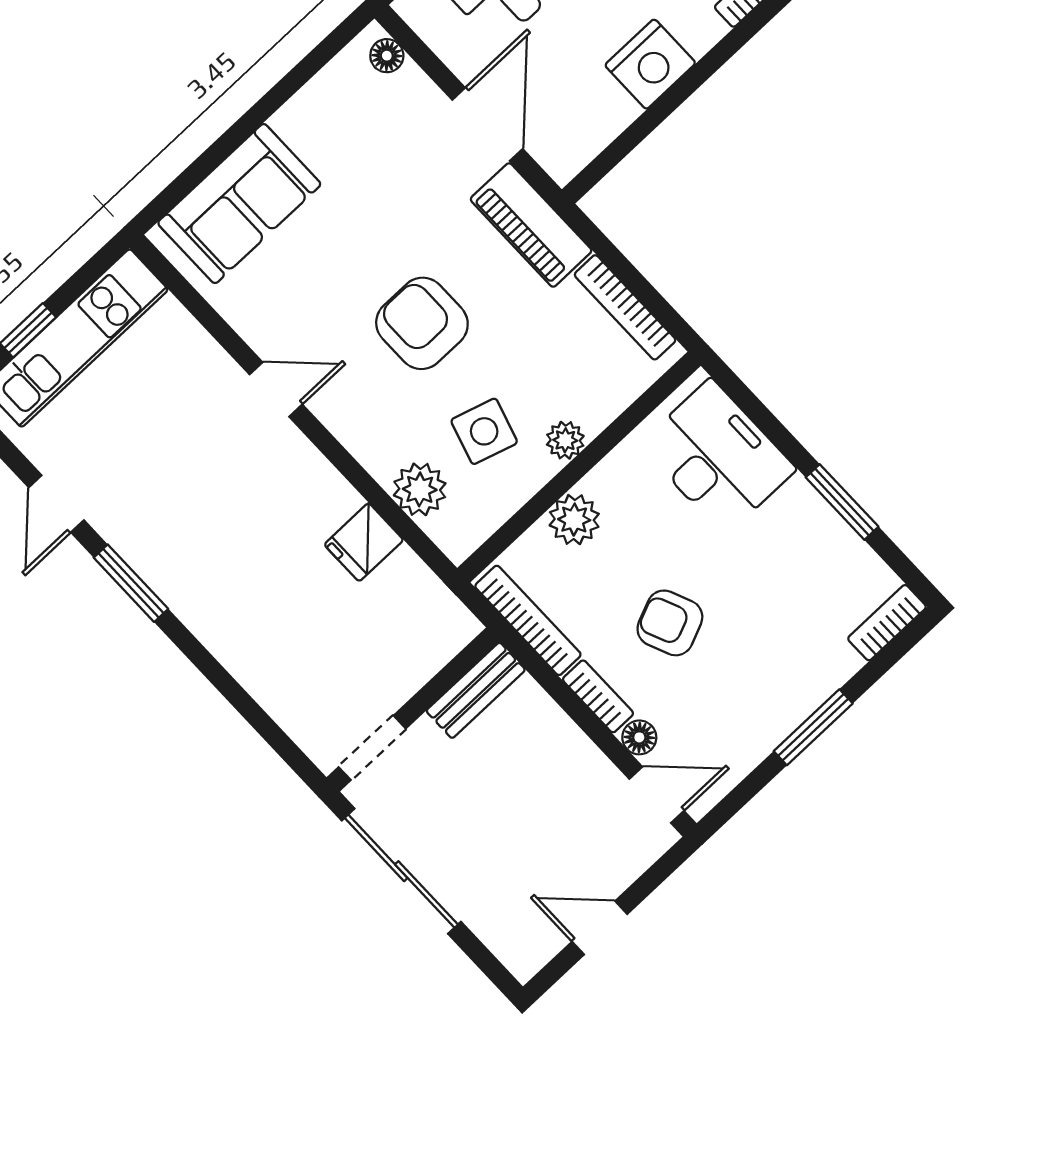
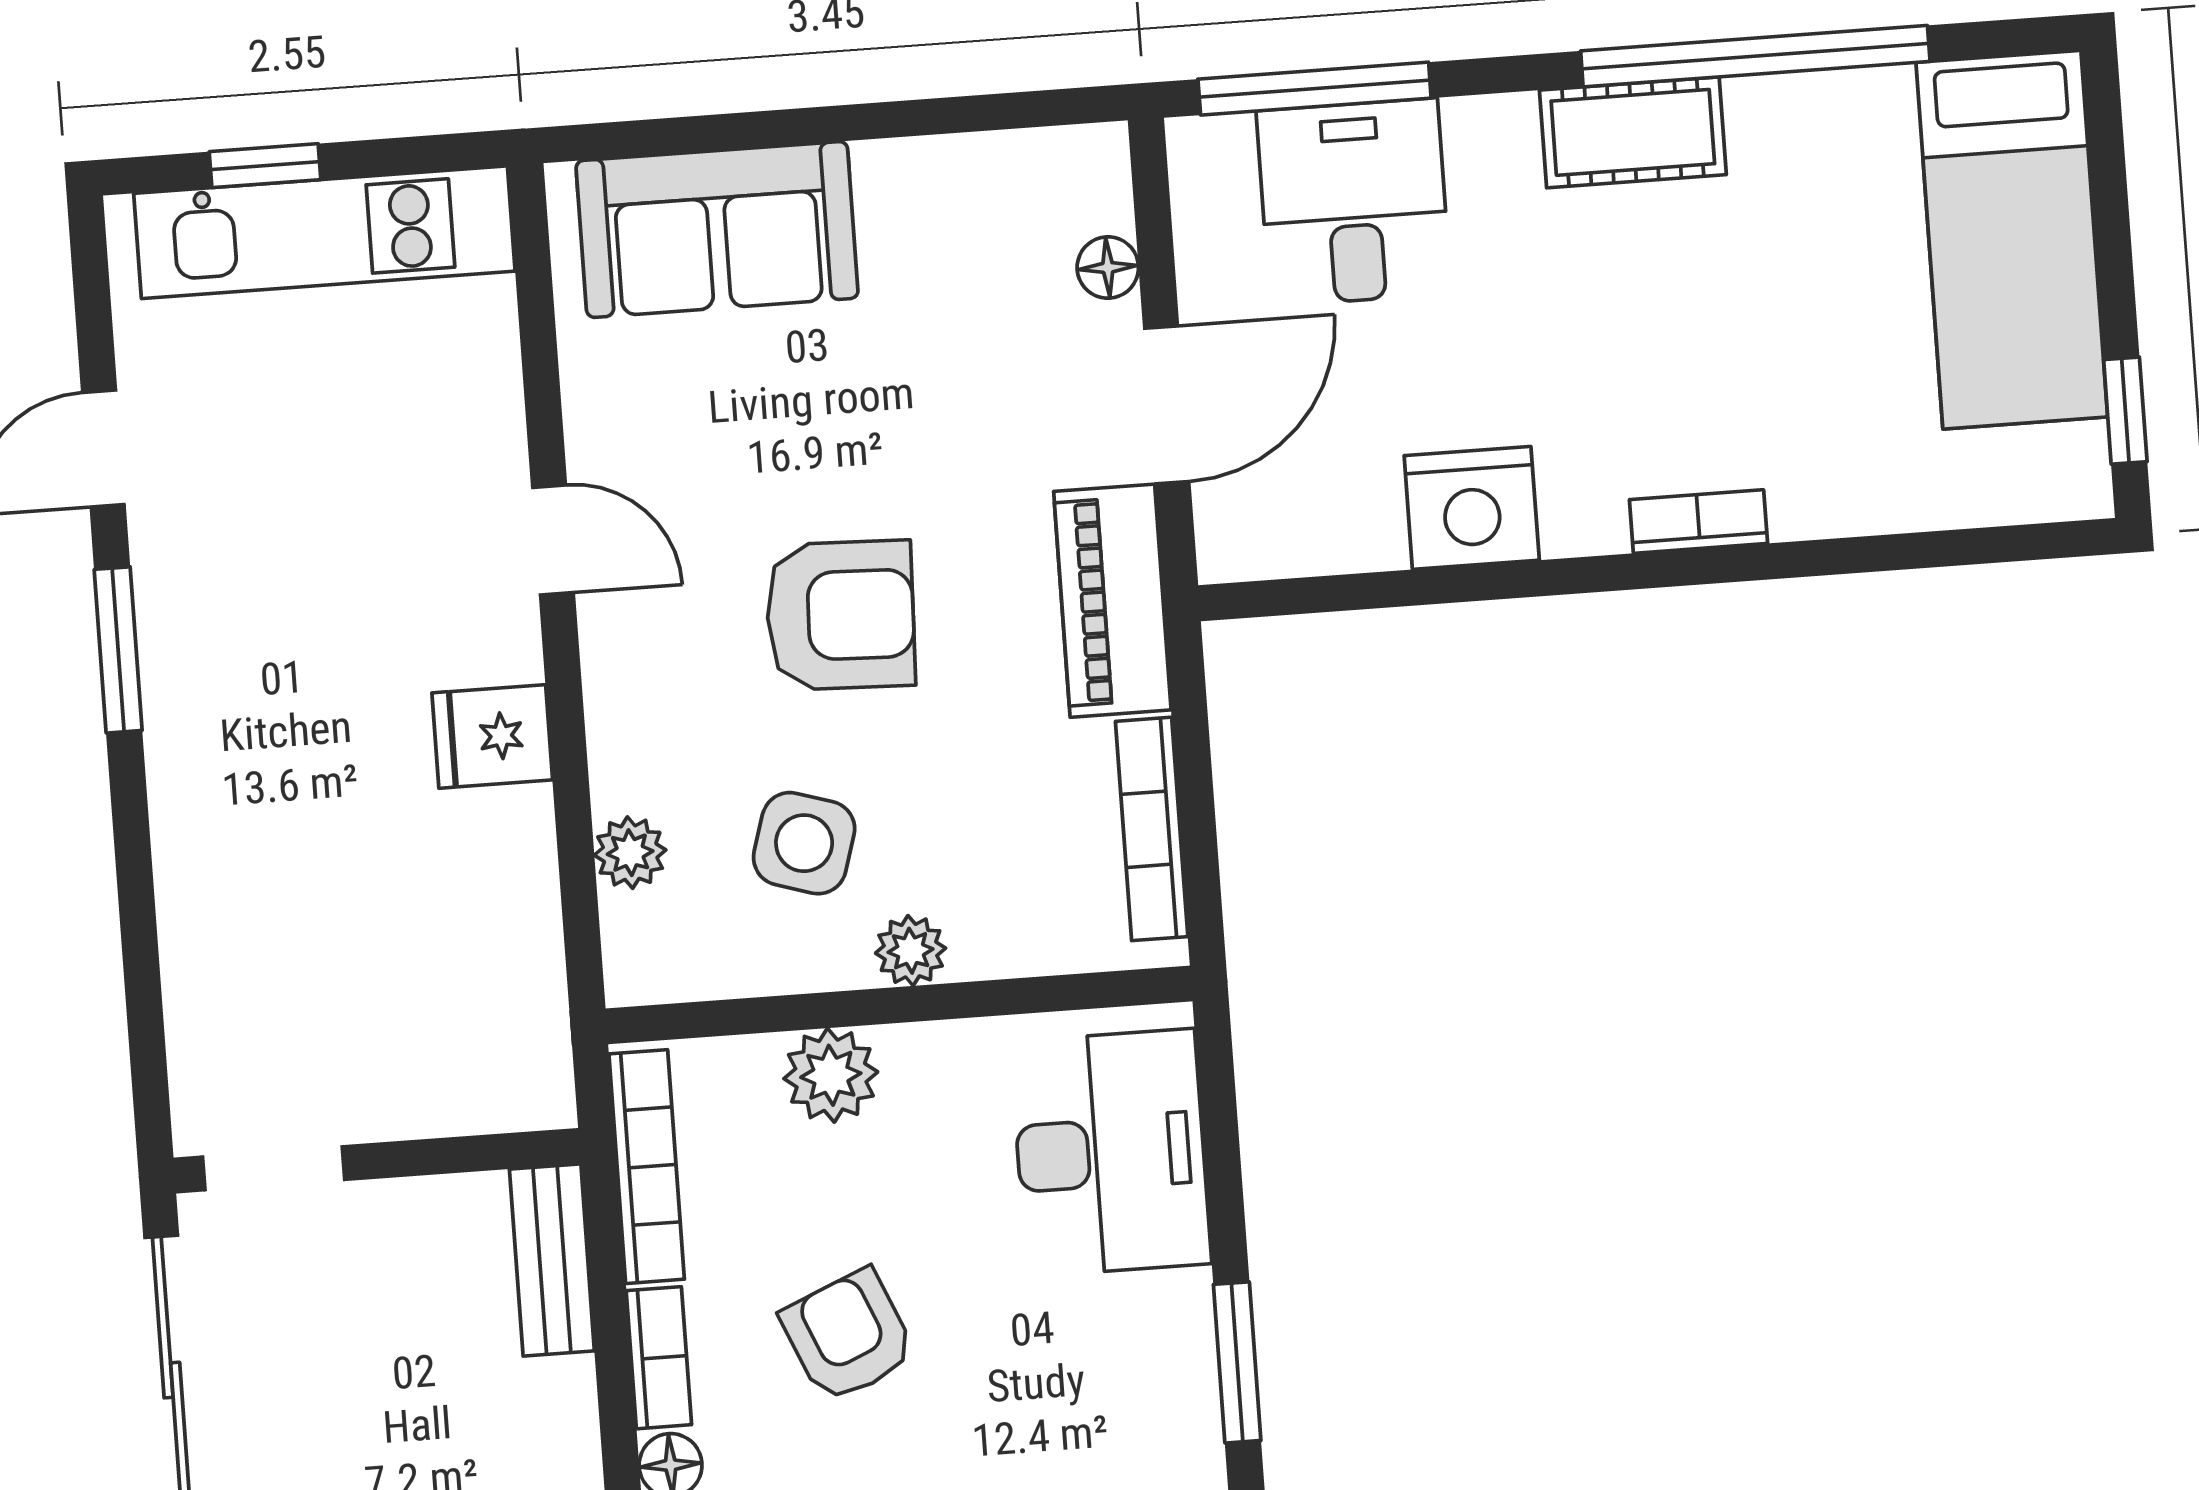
floor lamp: (387, 56) -> (1108, 268), moved
armchair: (422, 323) -> (840, 615), turned 92
plant: (420, 489) -> (630, 853), width x0.73, depth x0.73
fridge: (364, 542) -> (492, 736), moved
bench: (476, 690) -> (552, 1260), moved, turned 90

